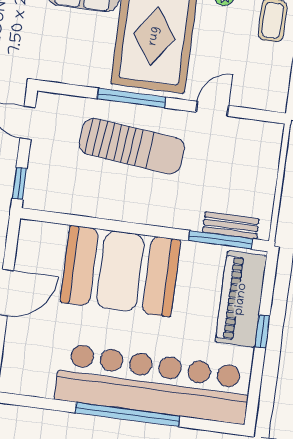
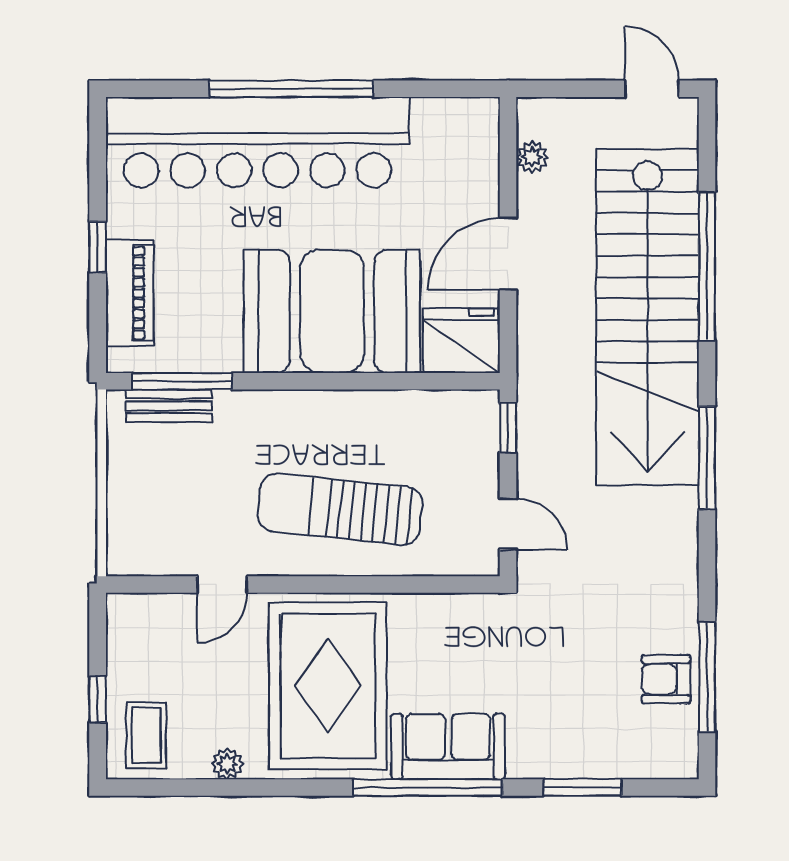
window: (131, 98) -> (351, 584), removed
fridge: (41, 242) -> (462, 341), added
piano: (241, 299) -> (130, 293), width x0.73, depth x0.75

